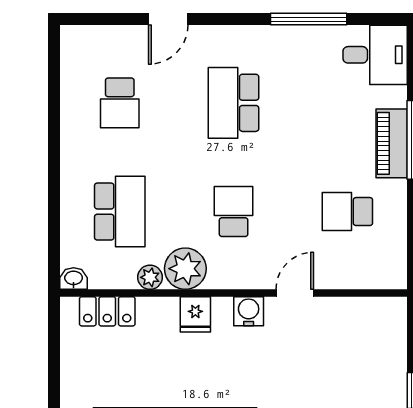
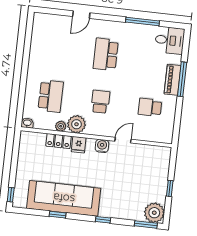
school desk: (120, 103) -> (56, 49), removed
locker: (107, 311) -> (58, 141), moved

